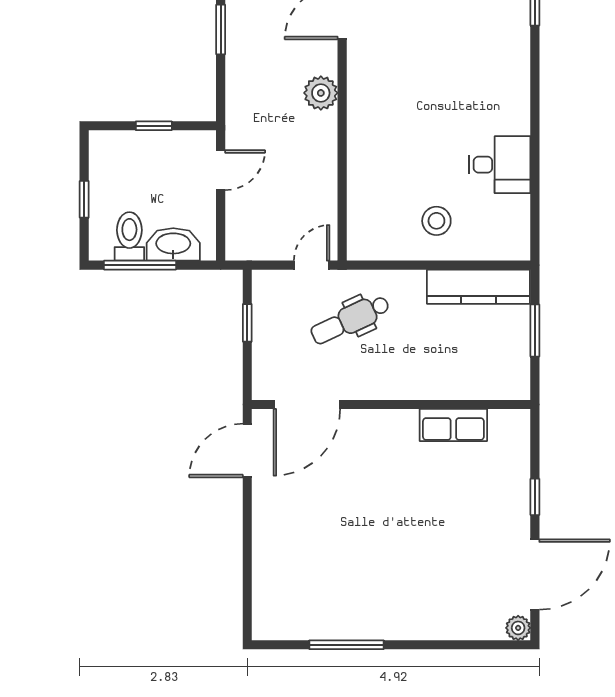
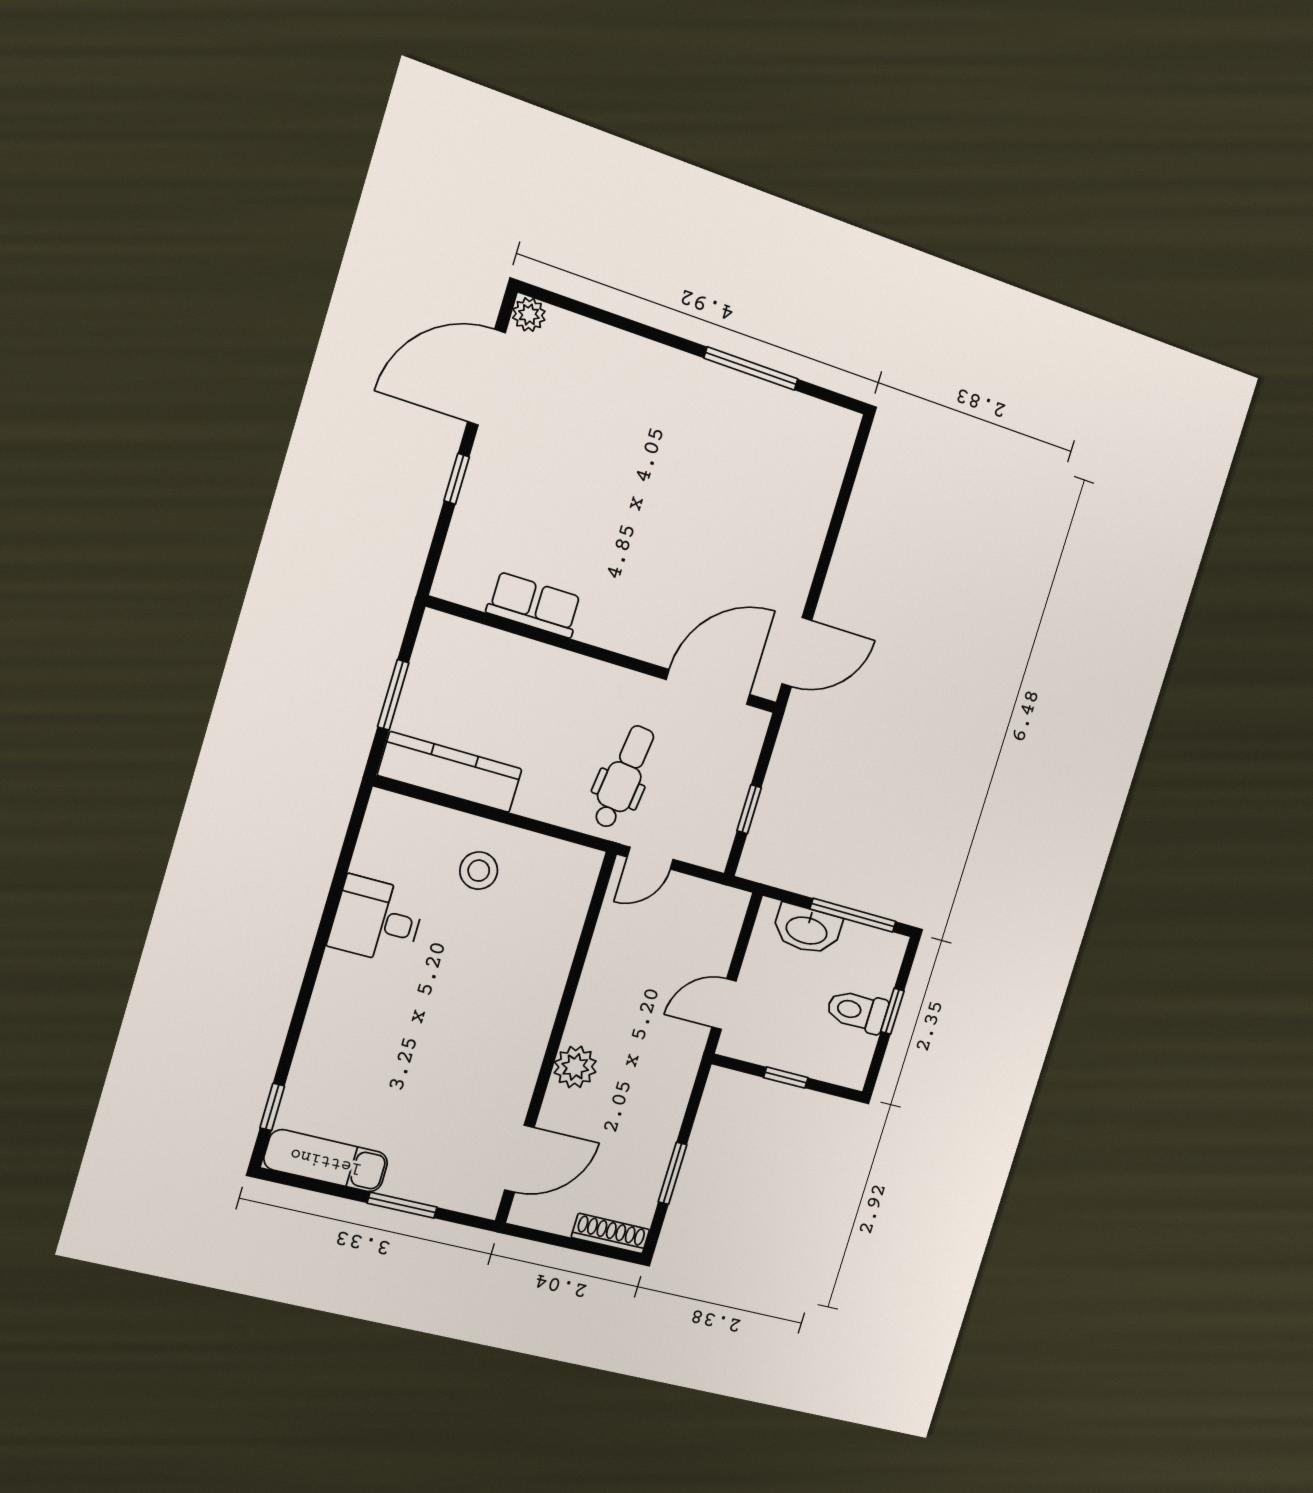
toilet: (129, 236) -> (857, 1011), moved, turned 90
dental chair: (350, 320) -> (623, 777), turned -58

